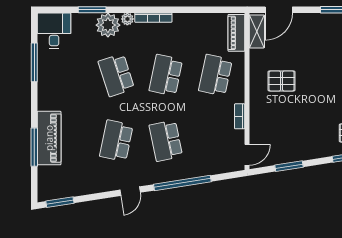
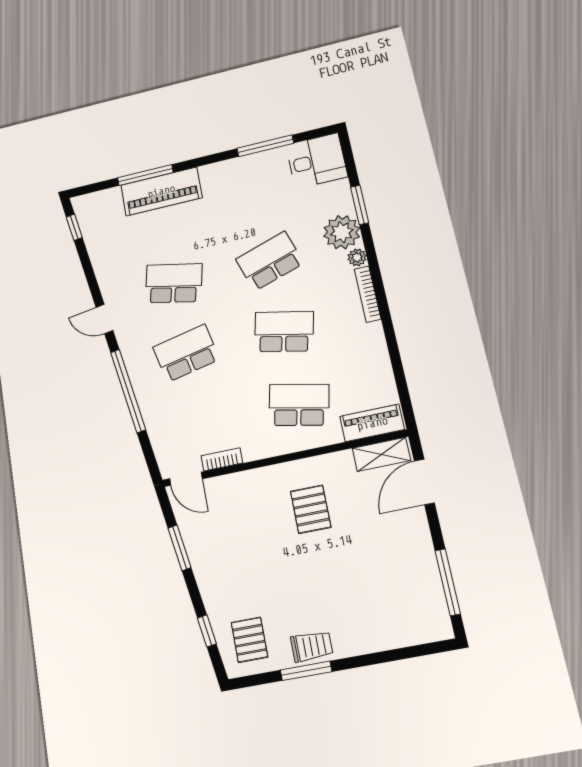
door: (279, 10) -> (424, 482), hinge flipped
bookcase: (240, 116) -> (222, 459), moved
window: (60, 202) -> (74, 227), width x0.67

